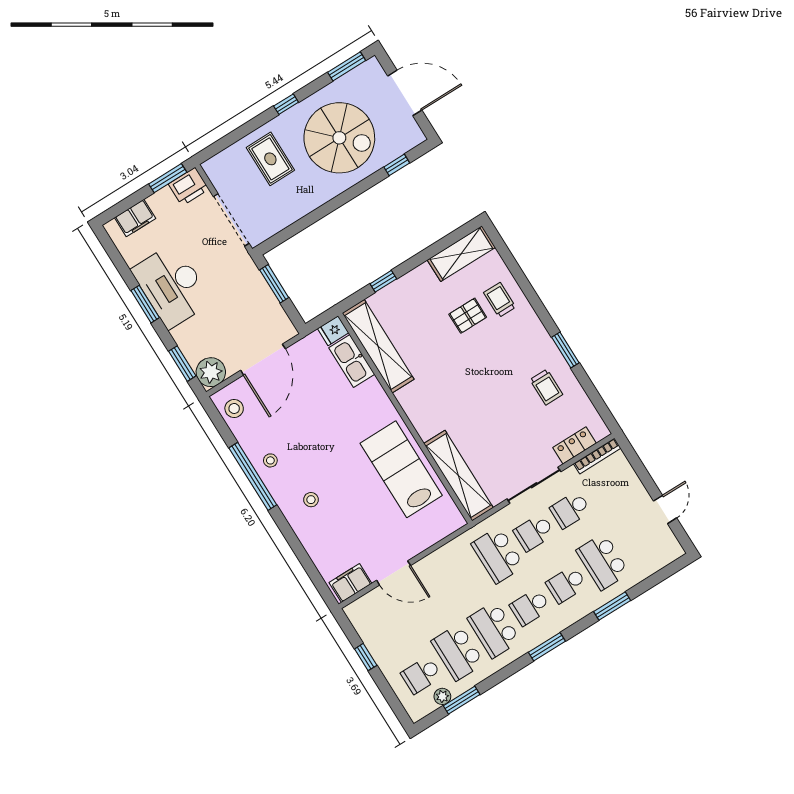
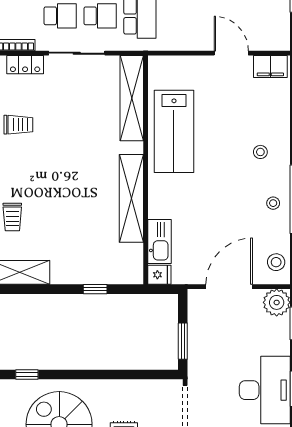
pallet: (468, 316) -> (45, 220), removed
shelving: (378, 346) -> (131, 198), moved
trolley: (546, 387) -> (18, 125), turned 90

